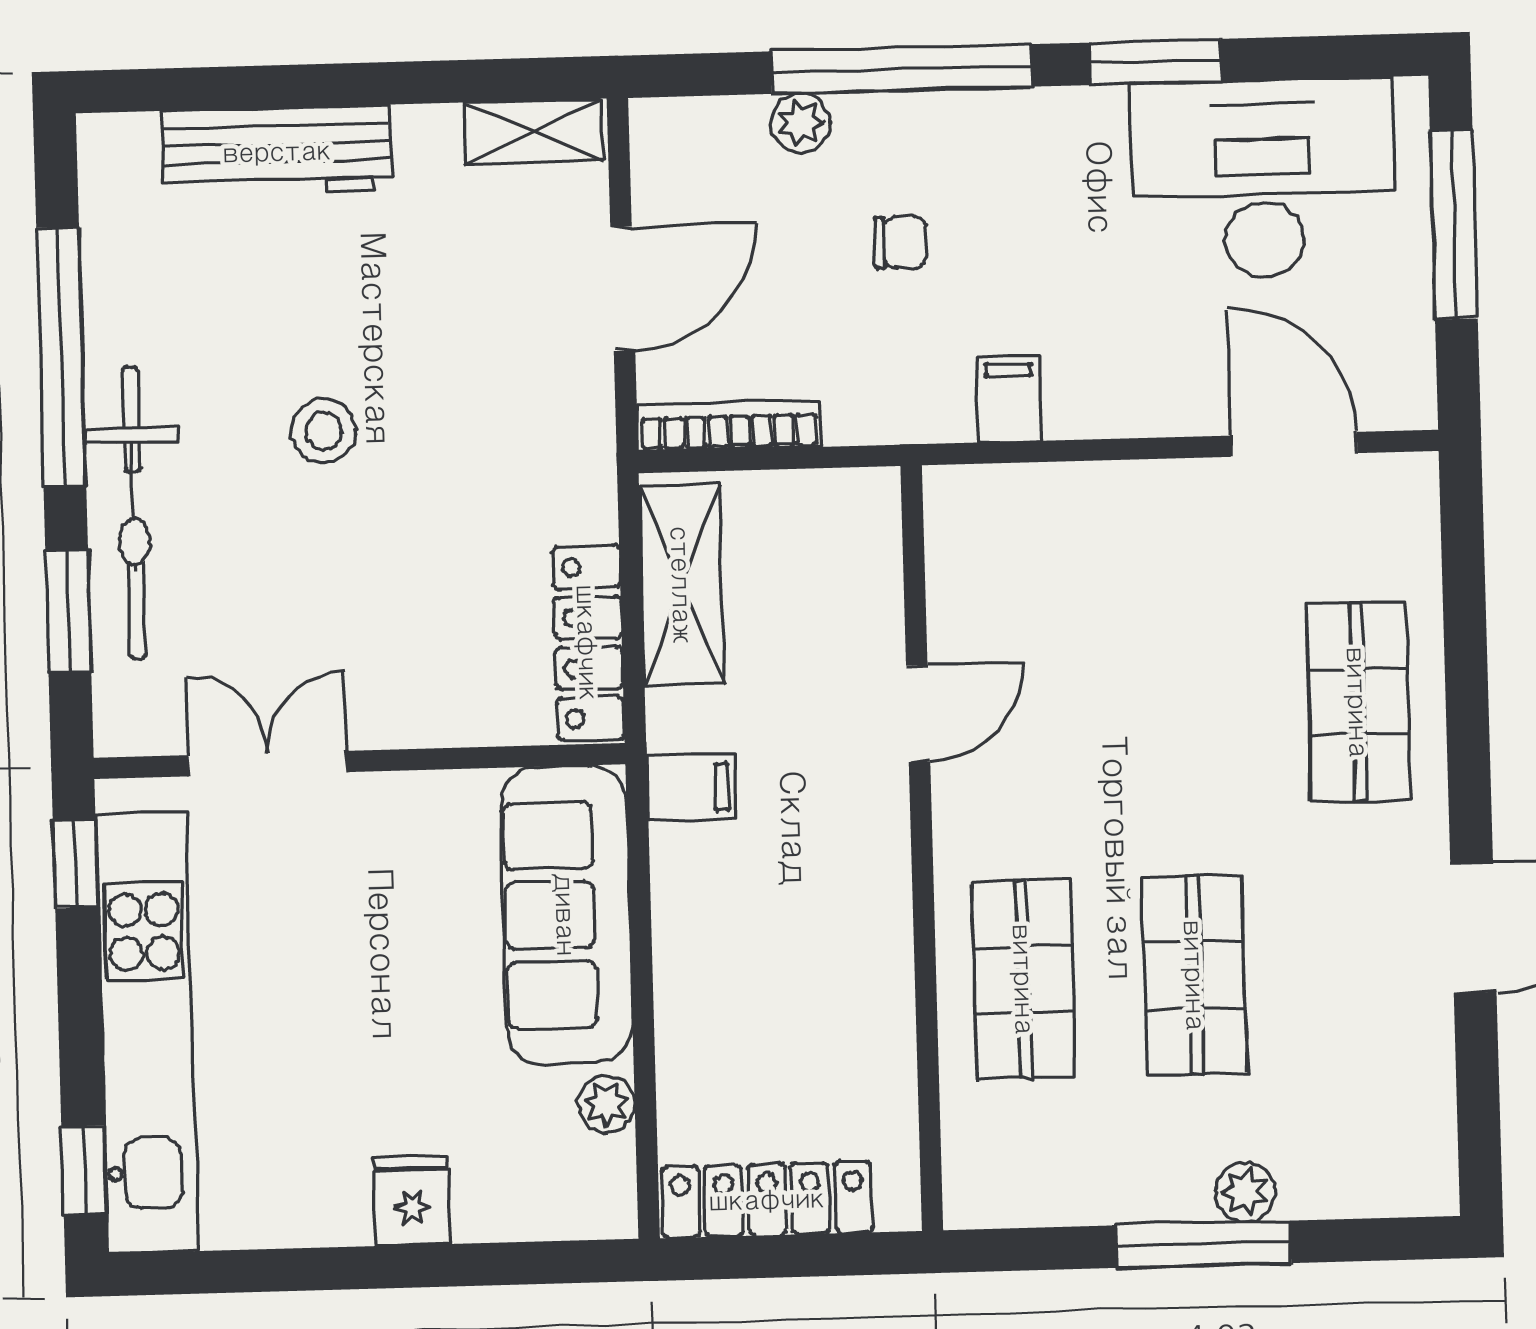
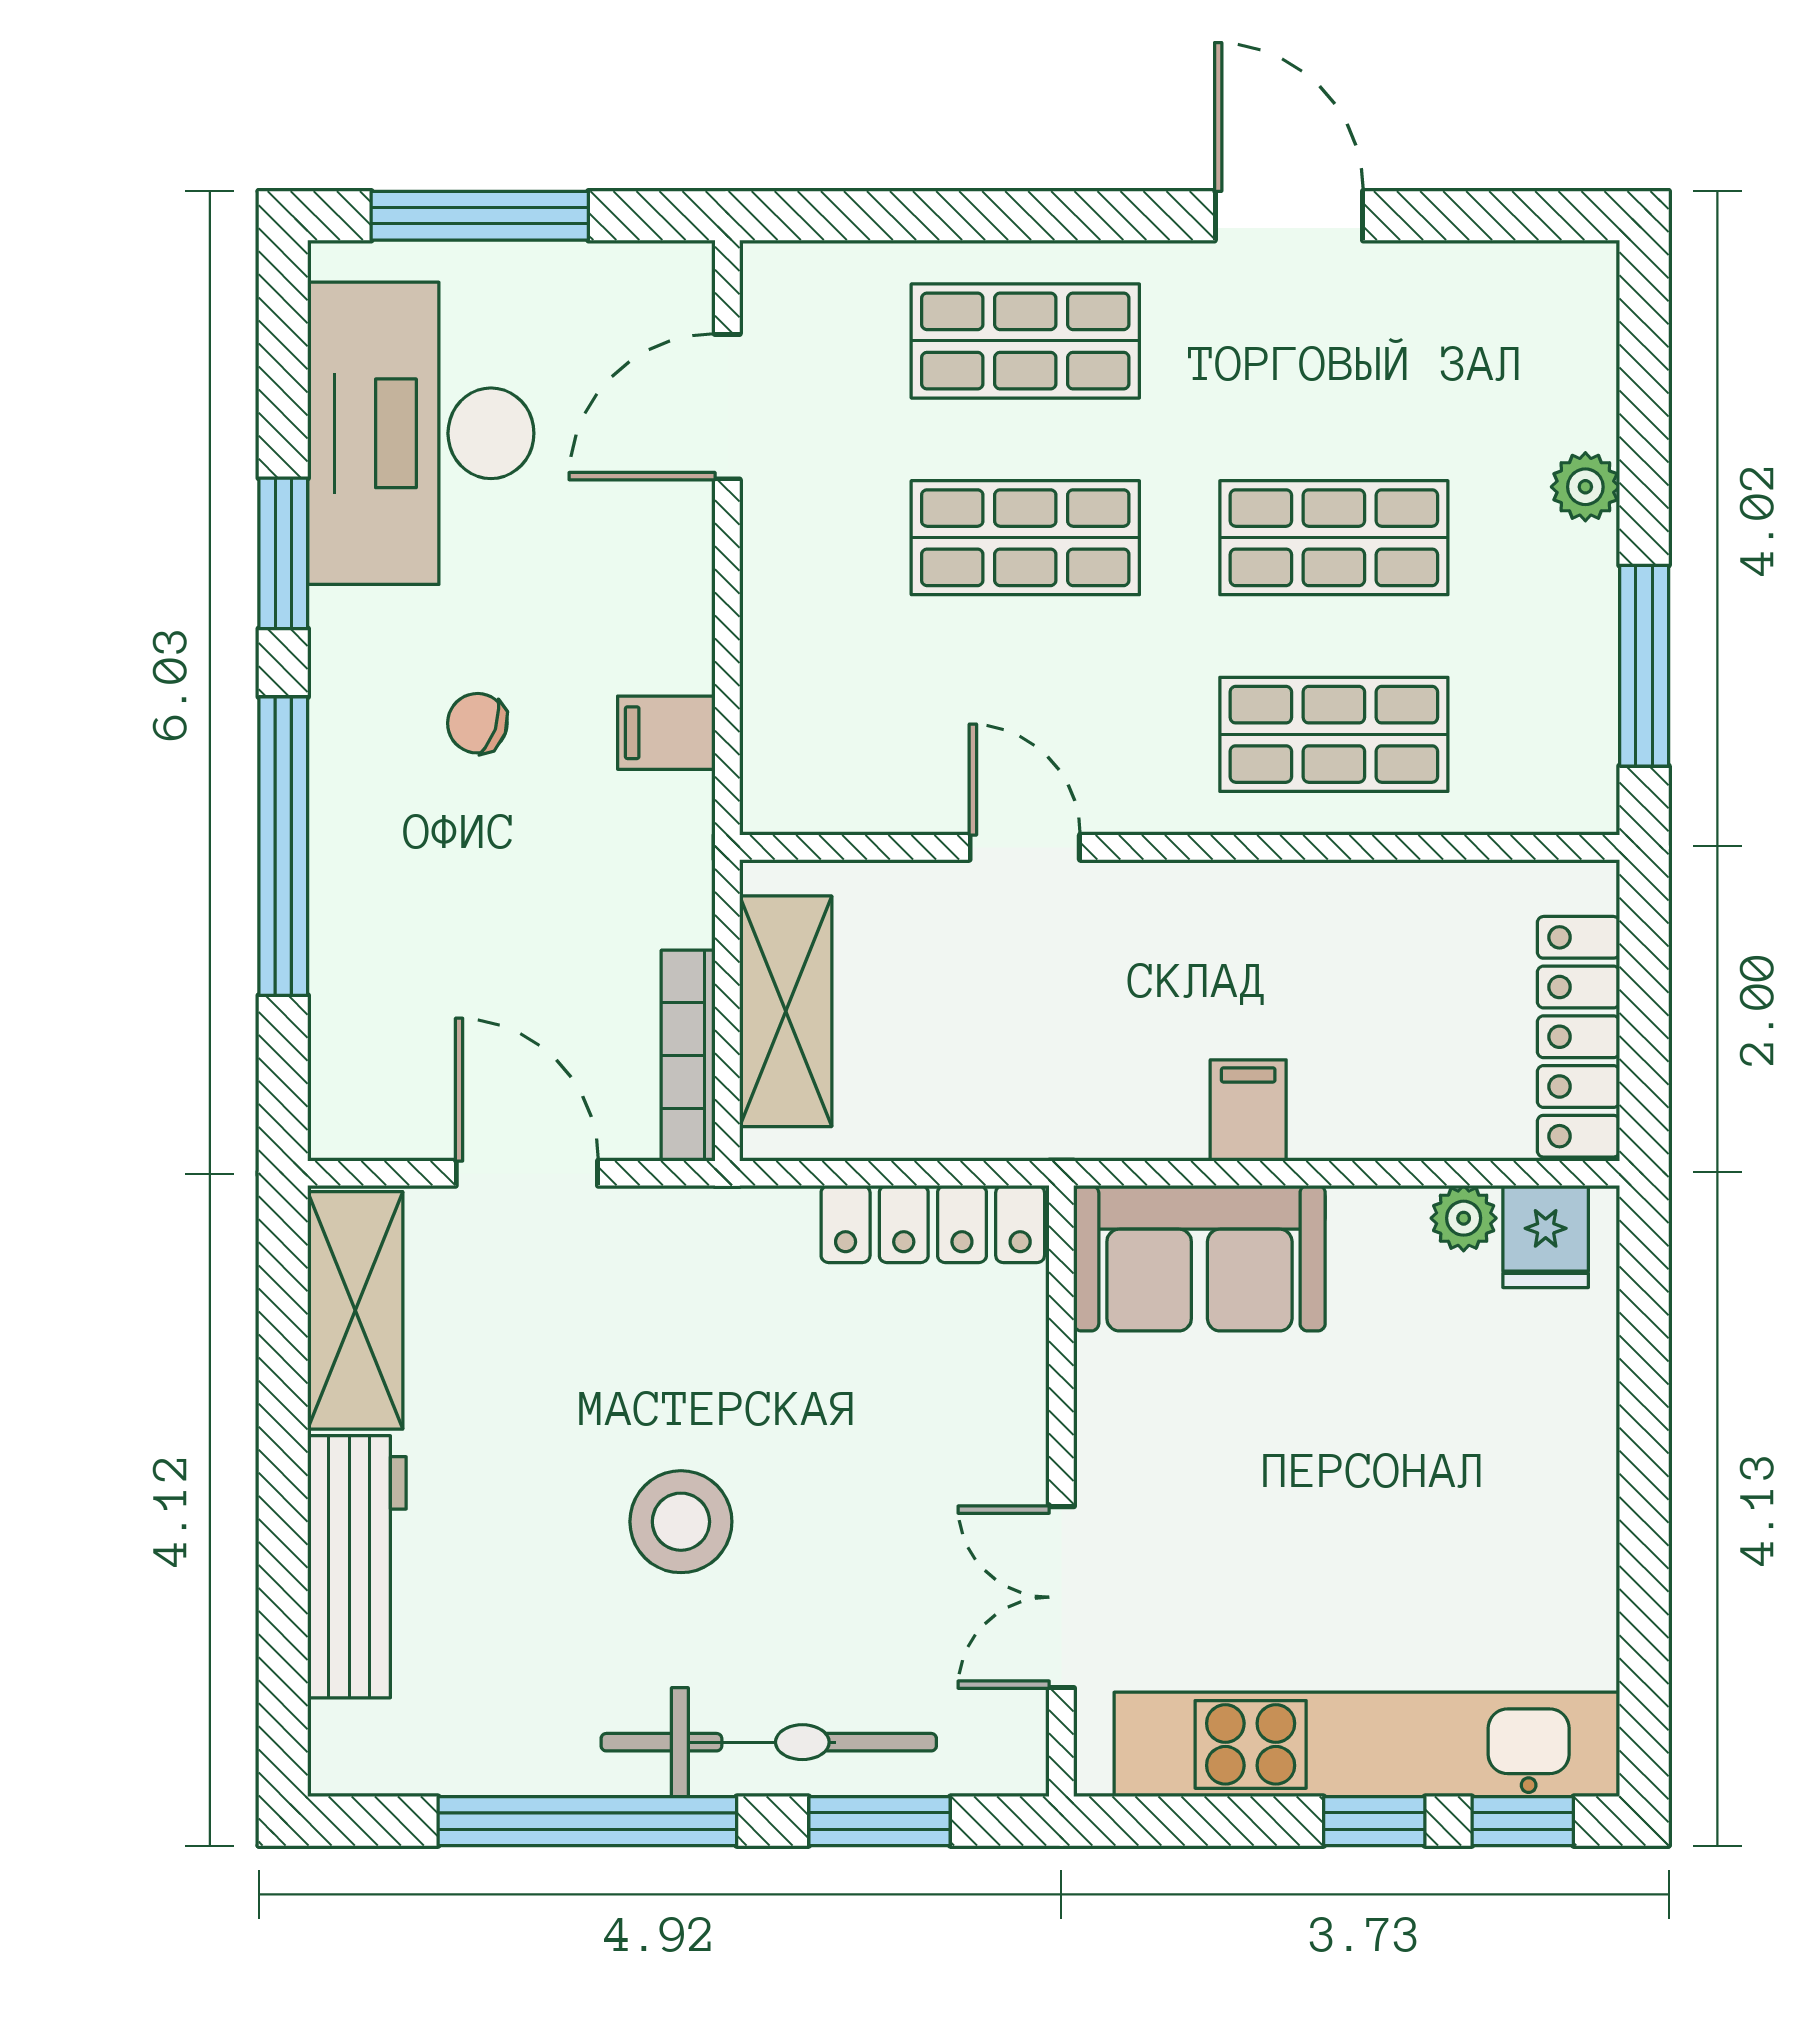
plant: (800, 123) -> (342, 964), removed
shelving: (534, 132) -> (355, 1310), width x1.50, depth x1.33
chair: (900, 242) -> (477, 723), moved, turned -71
stool: (324, 431) -> (681, 1522), width x1.38, depth x1.38
shelving: (682, 585) -> (786, 1011), moved, turned 90
shop shelf: (1187, 707) -> (1025, 538), added
filing cabinet: (691, 788) -> (1248, 1110), moved
window: (75, 864) -> (1374, 1821), moved
sofa: (566, 915) -> (1199, 1258), width x0.73
fridge: (412, 1201) -> (1546, 1237), moved, turned -90
window: (1203, 1244) -> (1644, 666), moved

